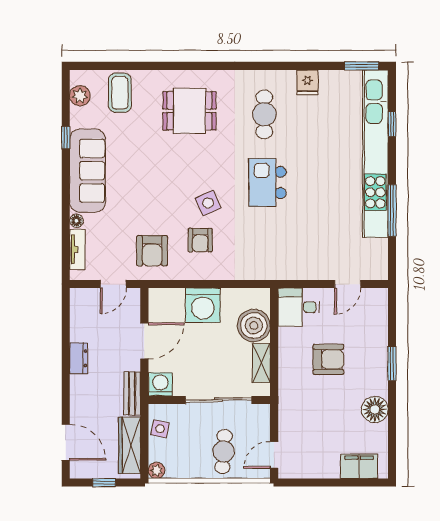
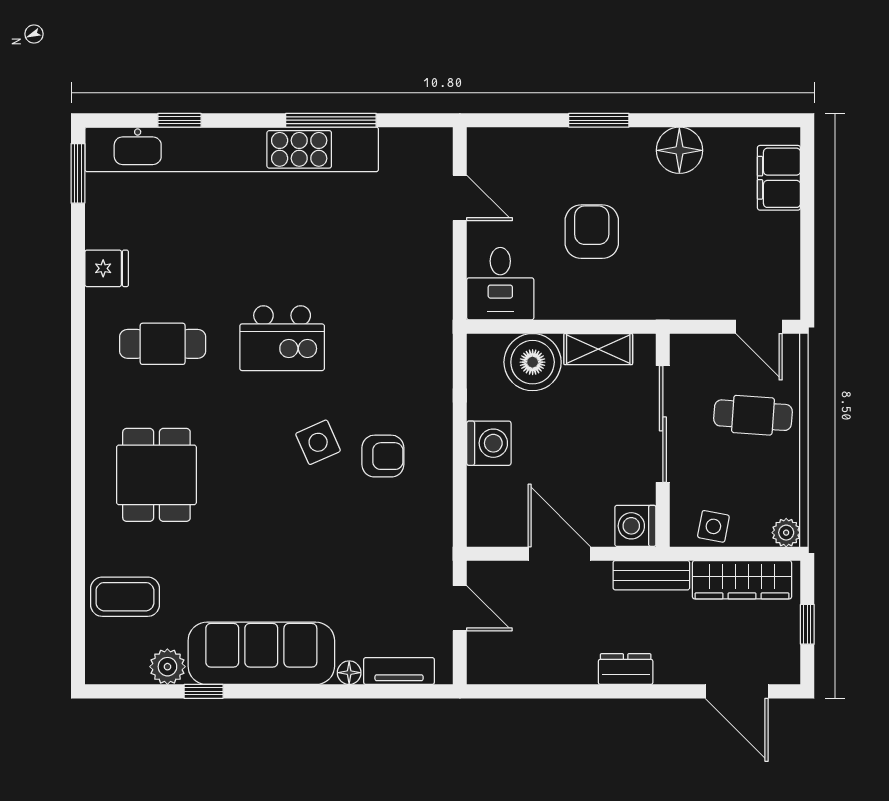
plant: (80, 96) -> (167, 667), moved
armchair: (152, 251) -> (402, 540), removed
washing machine: (203, 305) -> (489, 443), width x0.73, depth x0.73
dresser: (78, 358) -> (626, 669), moved
door: (66, 442) -> (737, 691), swing flipped

